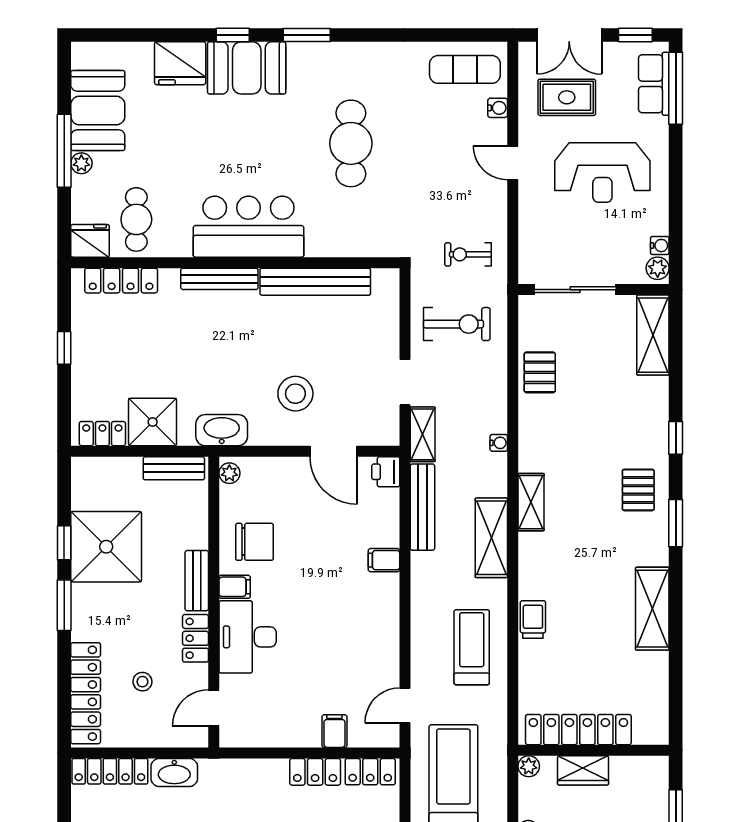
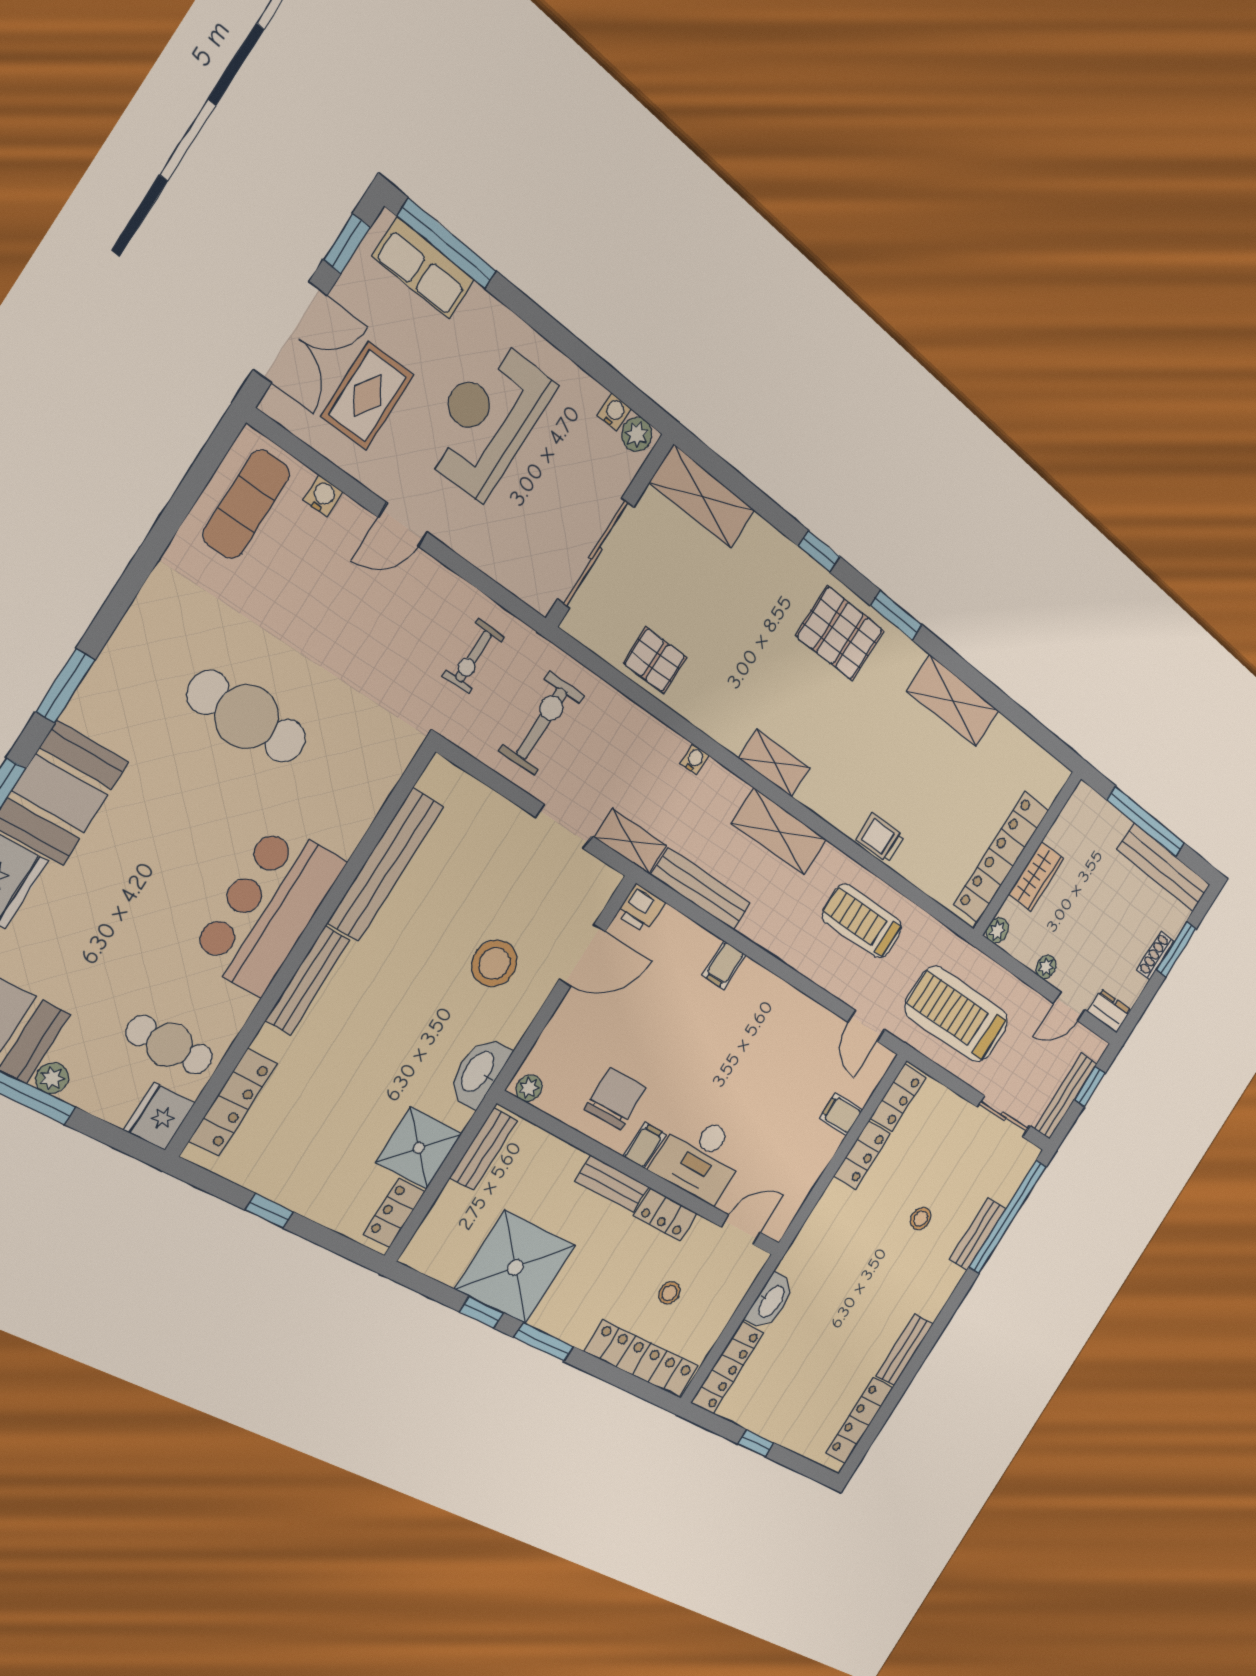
reception desk: (602, 173) -> (487, 419), turned 180
pallet: (638, 490) -> (840, 633), width x1.50, depth x1.42
door: (214, 708) -> (741, 1230), swing flipped

